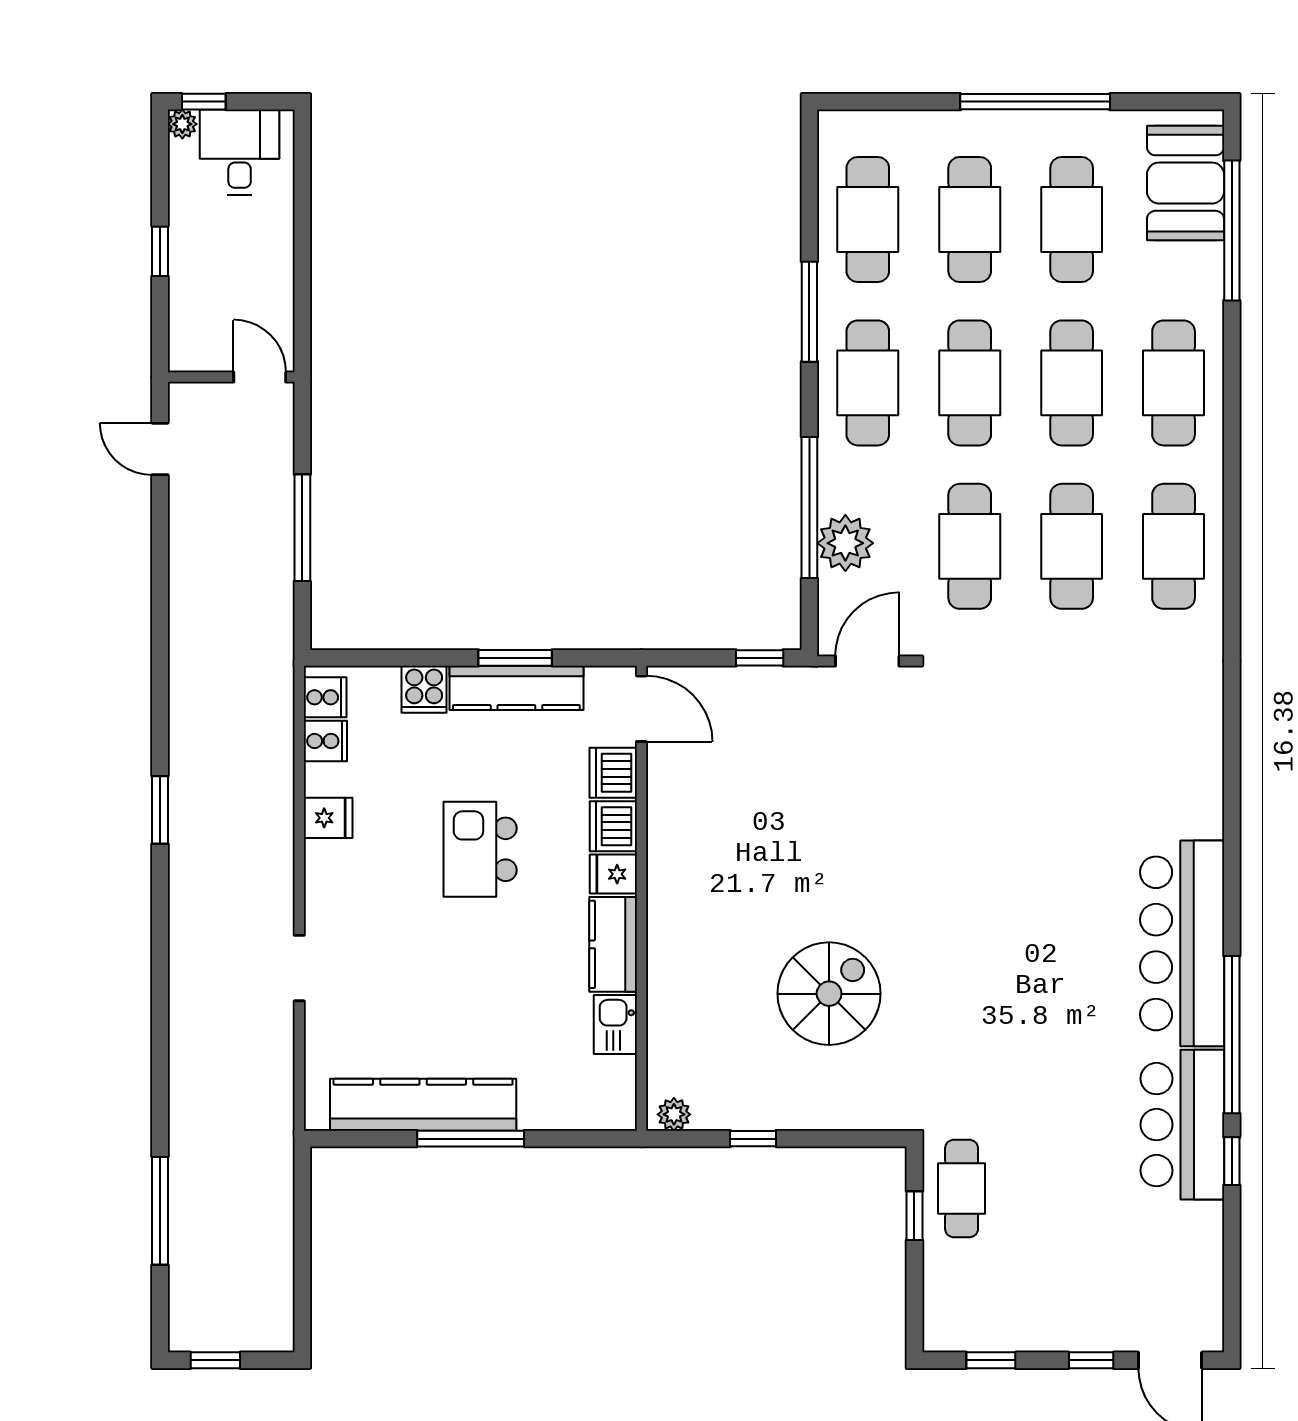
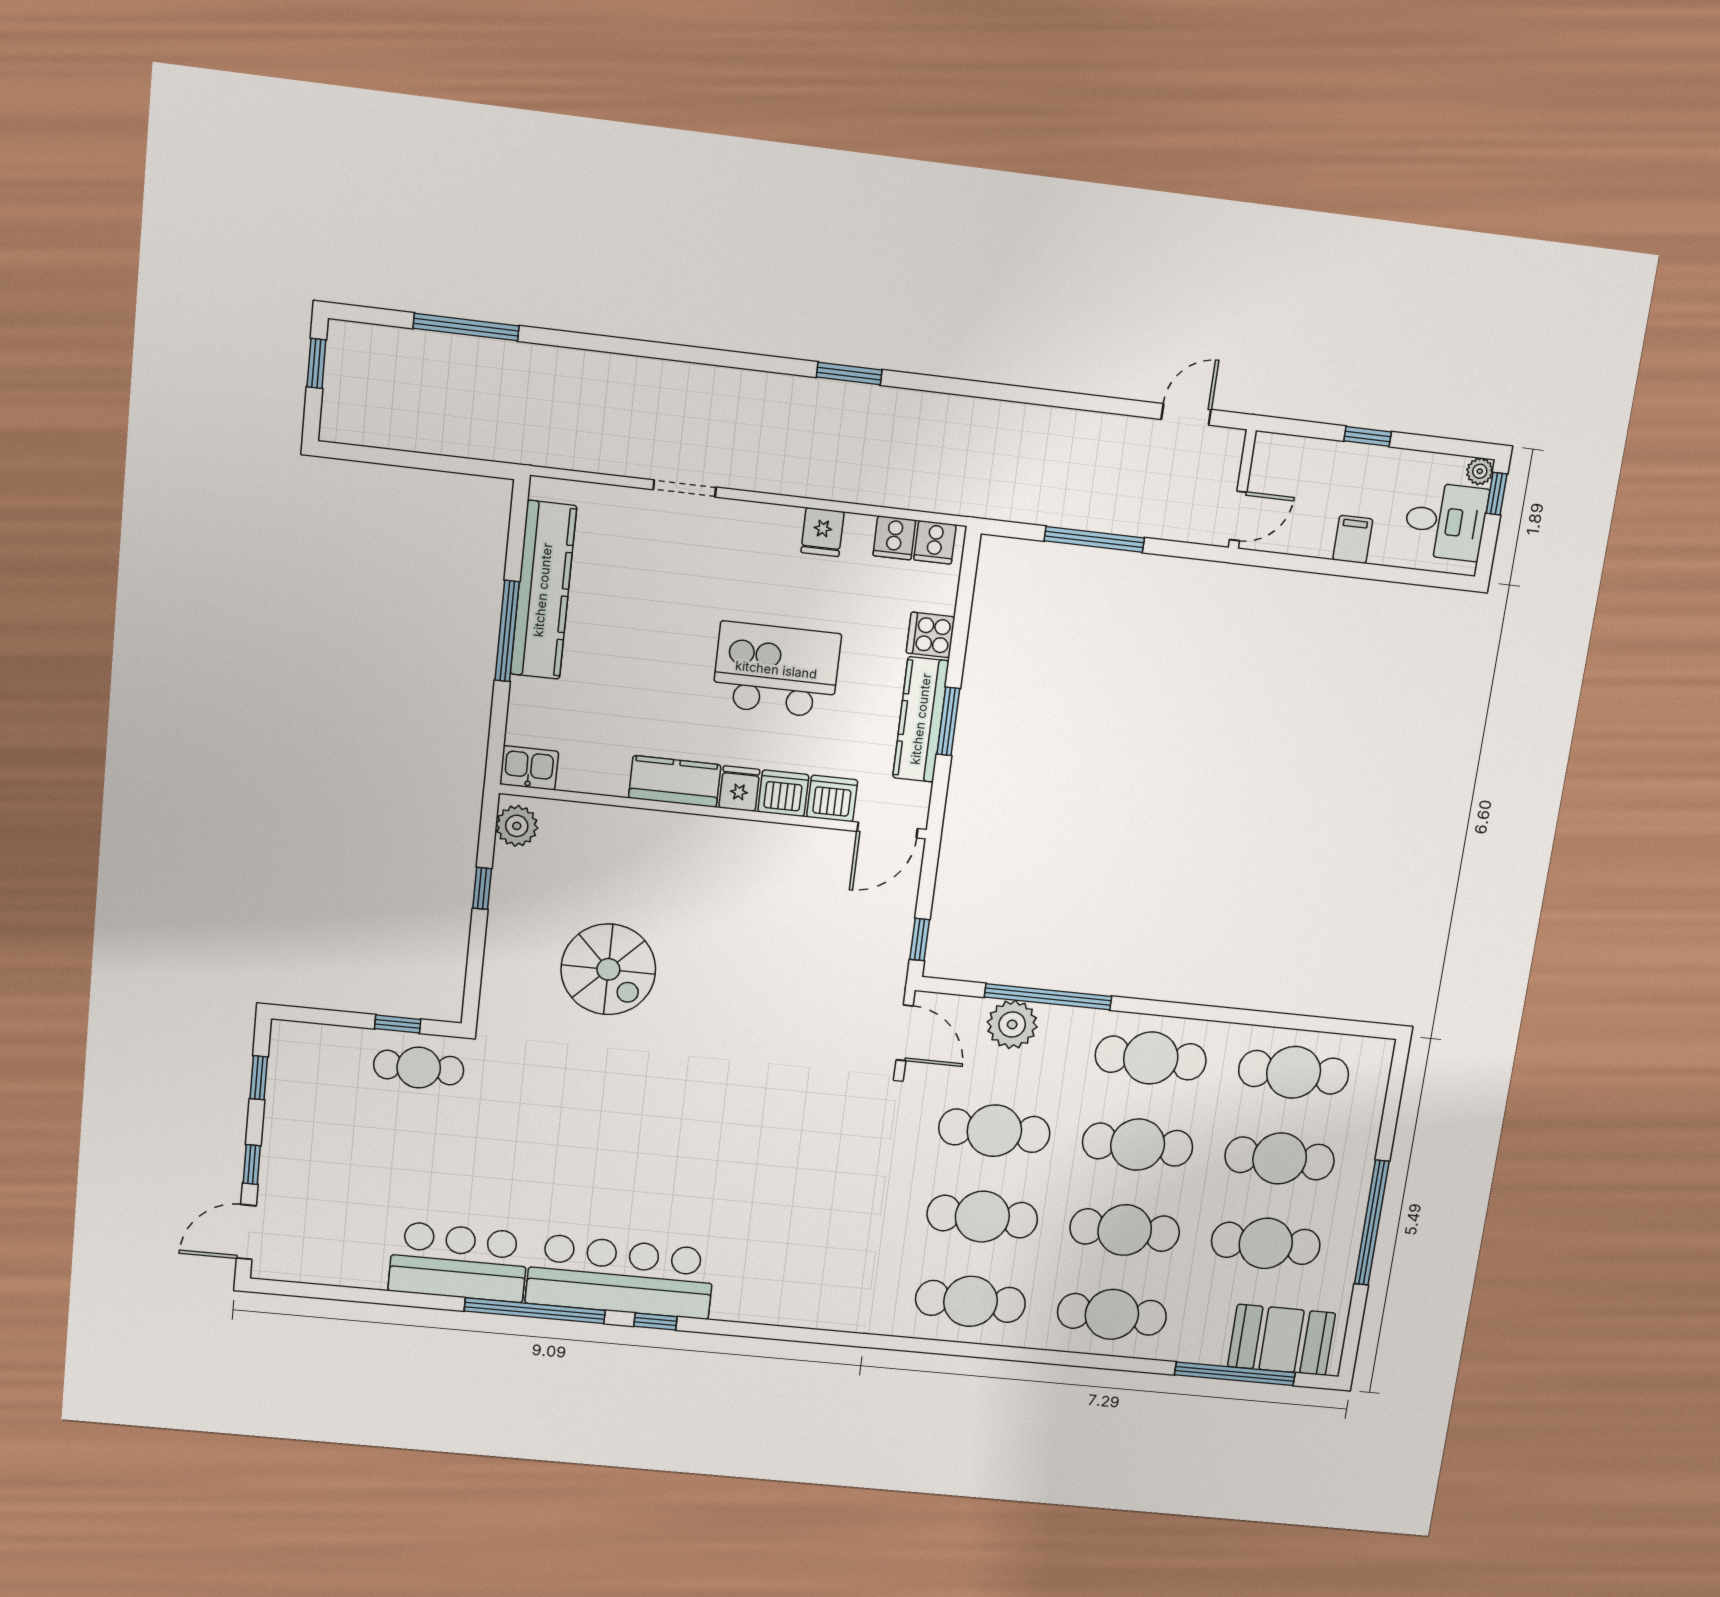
filing cabinet: (270, 249) -> (1353, 539), added
window: (809, 312) -> (1221, 1014), removed
kitchen island: (480, 849) -> (776, 670), width x1.37, depth x1.28
kitchen sink: (615, 1025) -> (529, 768), moved
plant: (674, 1114) -> (517, 826), width x1.38, depth x1.38
window: (1232, 1161) -> (655, 1322), moved

